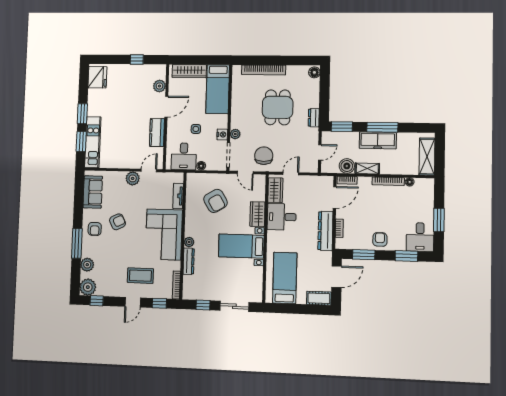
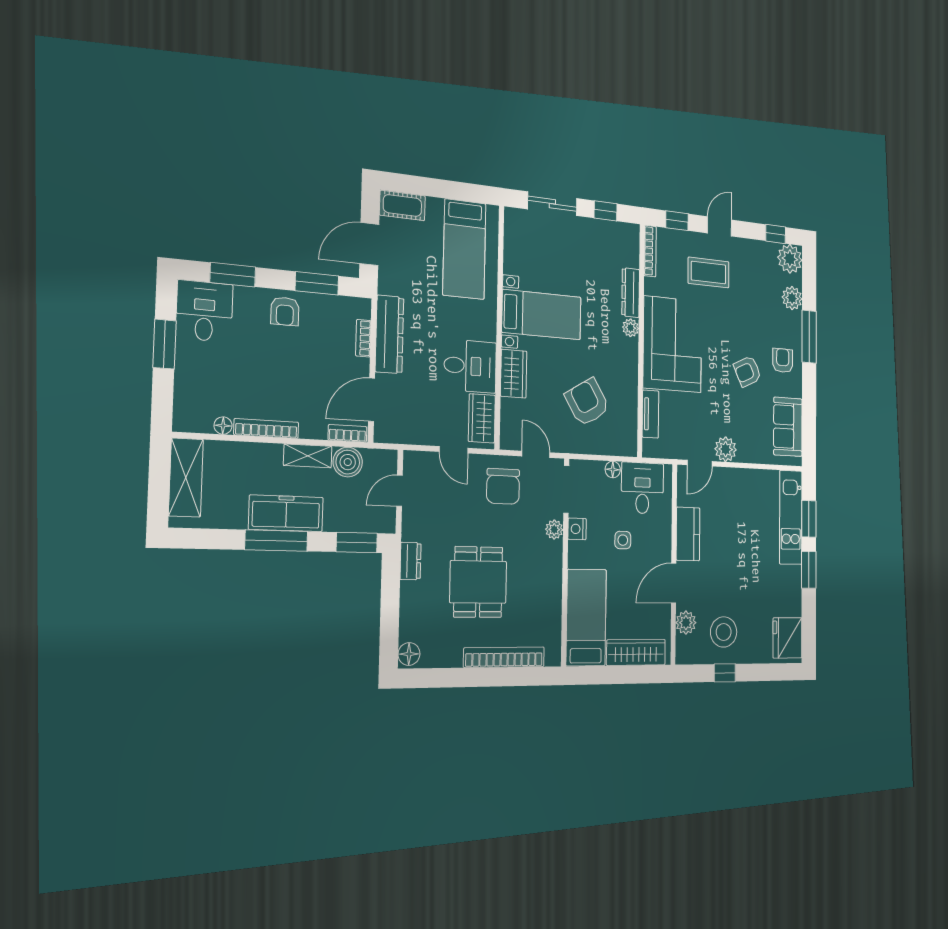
stool: (137, 81) -> (724, 632), added
door: (291, 174) -> (454, 450), hinge flipped

